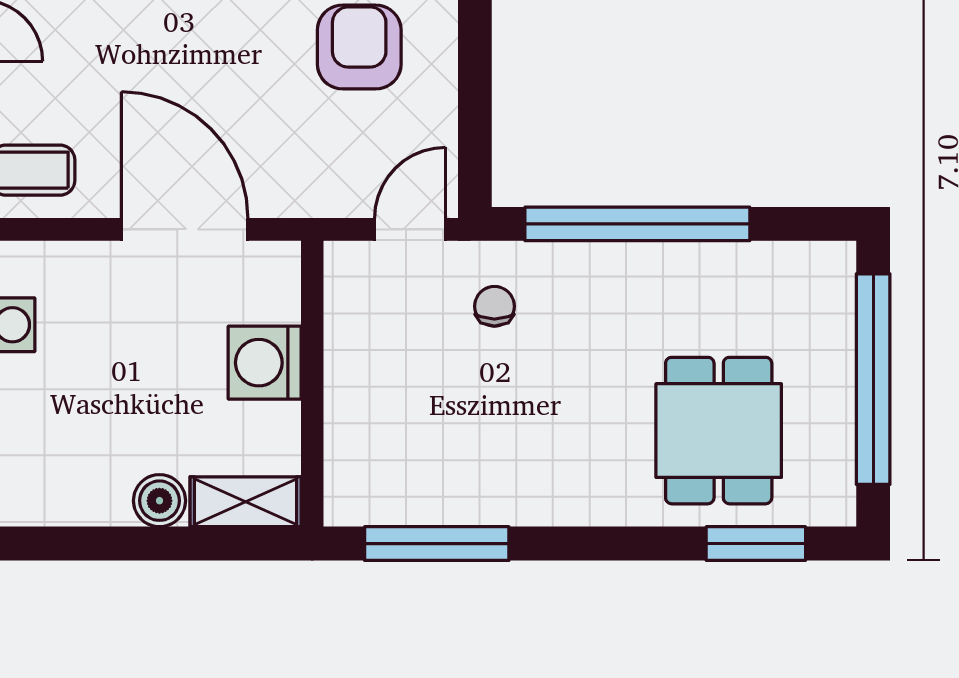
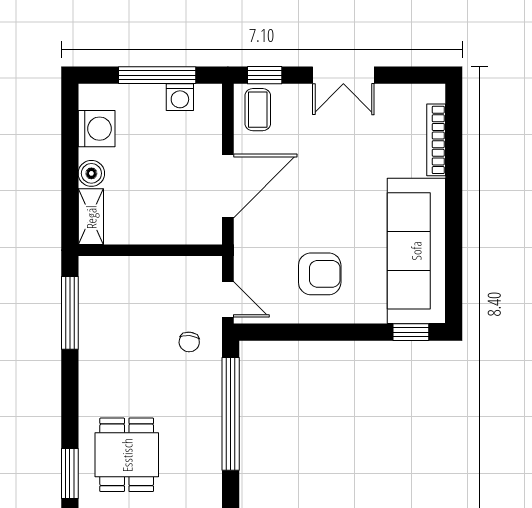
chair: (494, 306) -> (189, 342), turned 96
washing machine: (265, 363) -> (97, 129), moved, turned 90
dining table: (719, 431) -> (127, 455), turned 90

